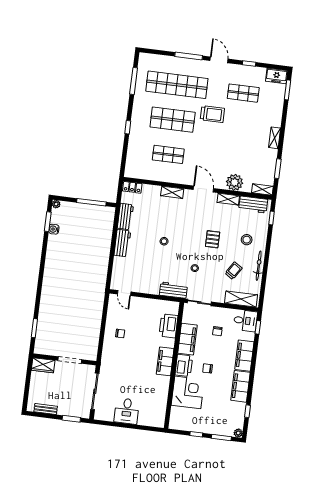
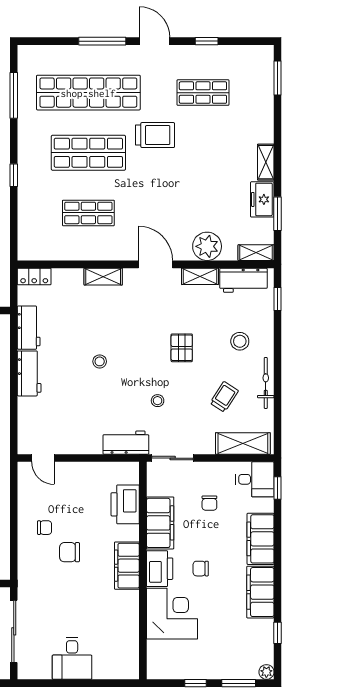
freezer: (277, 76) -> (262, 199), moved, turned 90
chair: (133, 349) -> (70, 552), added

